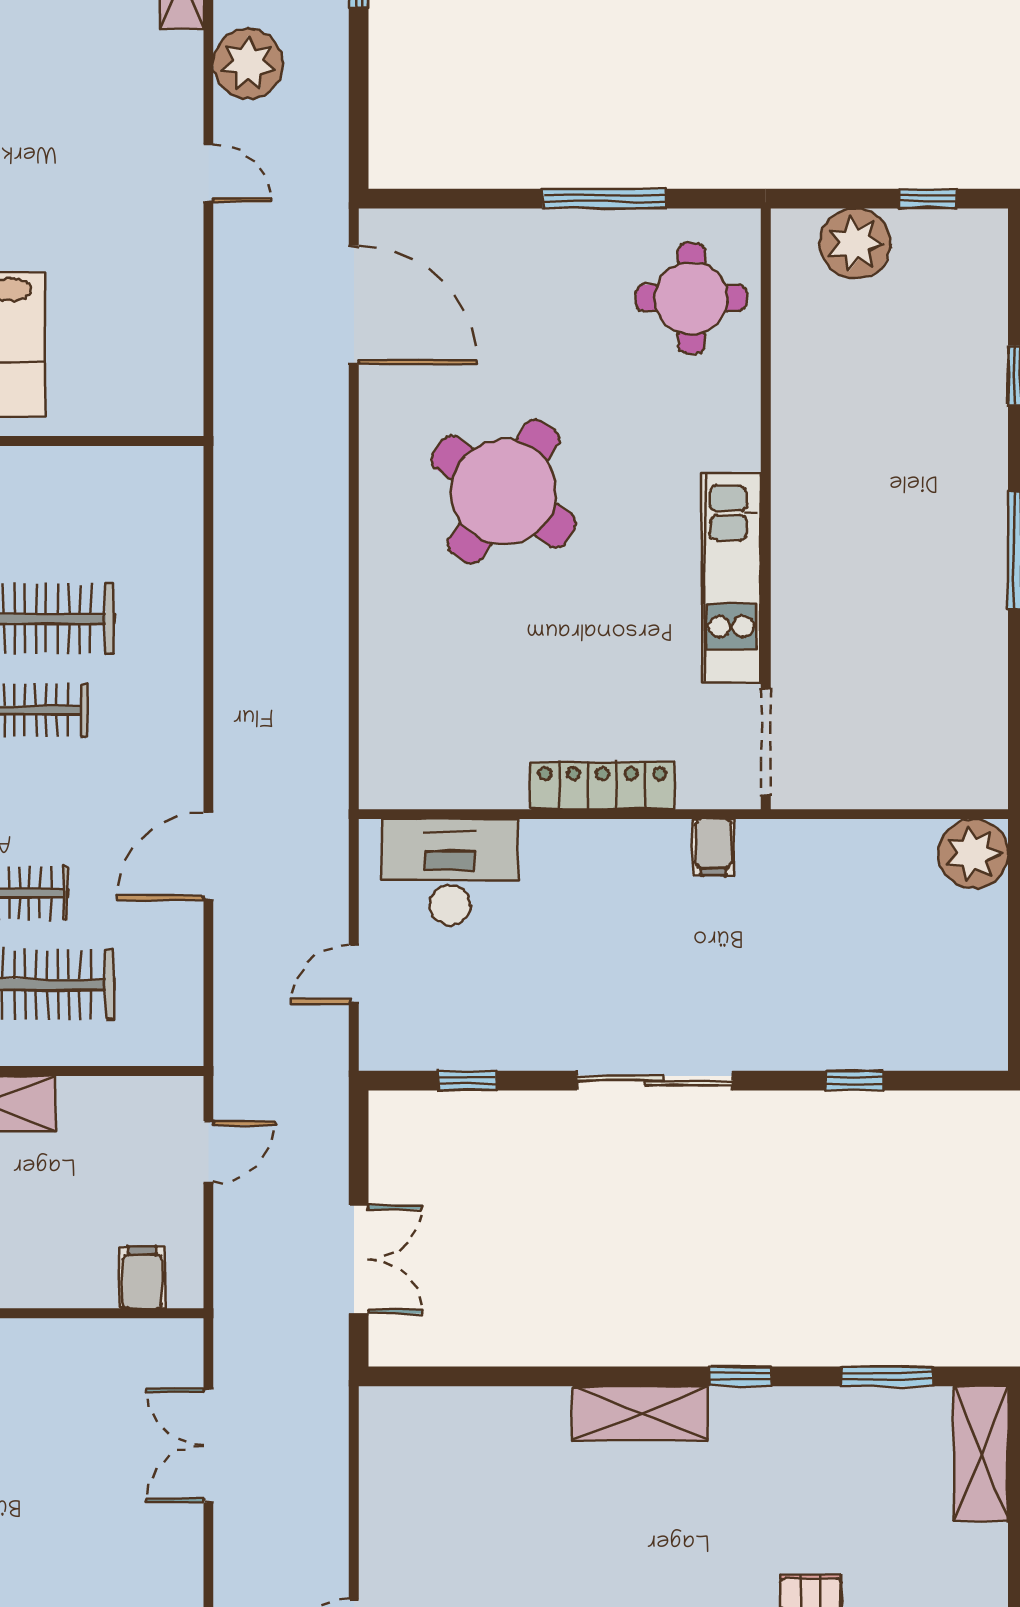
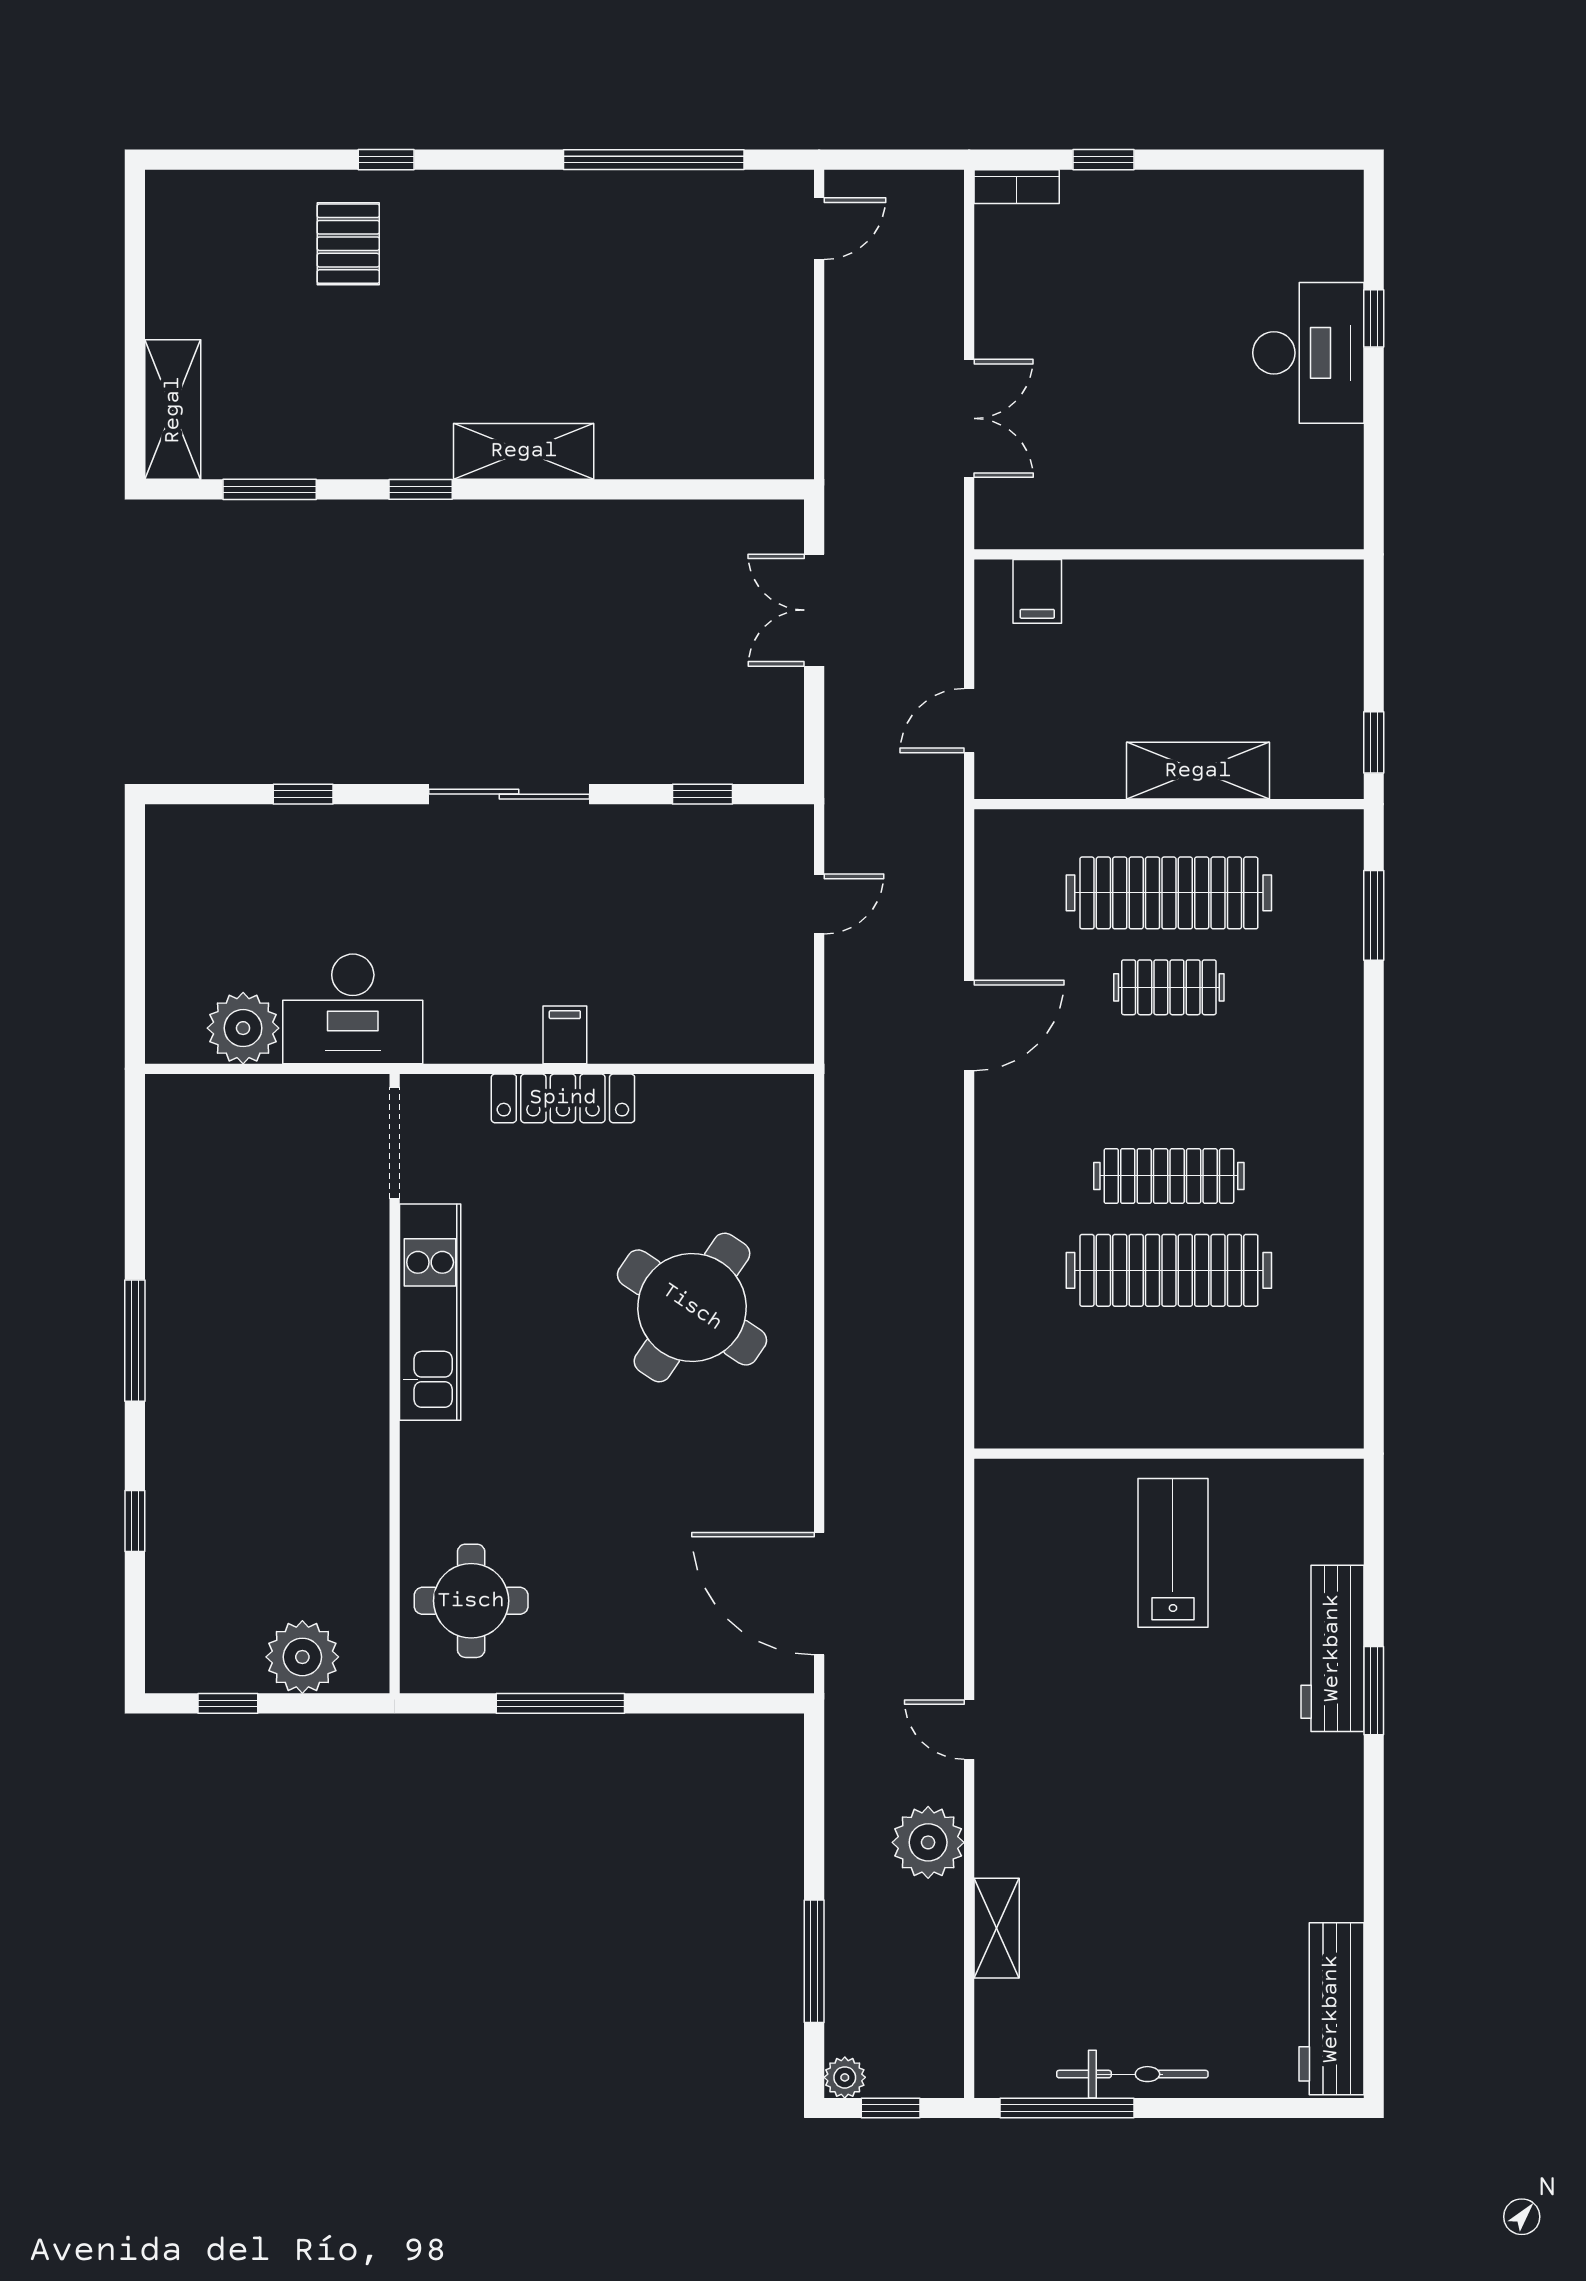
round table: (504, 492) -> (692, 1307), moved
filing cabinet: (713, 847) -> (565, 1035), moved
plant: (973, 854) -> (243, 1028), moved
desk: (450, 872) -> (353, 1009), moved

